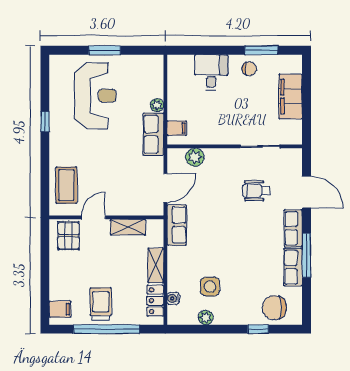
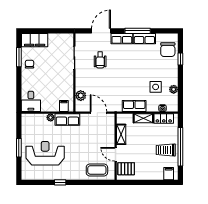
desk: (211, 72) -> (31, 101), moved, turned -90
filing cabinet: (290, 96) -> (35, 40), moved
row of seats: (177, 225) -> (134, 106), moved

